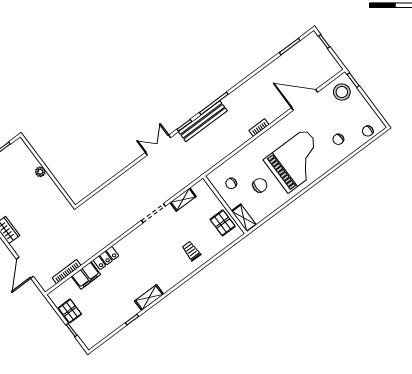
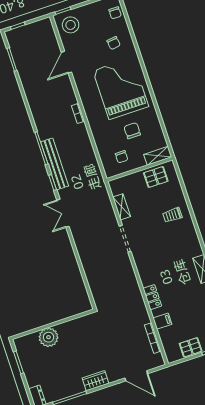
door: (305, 100) -> (66, 62), width x0.73
plant: (40, 172) -> (49, 337), width x1.88, depth x1.88
filing cabinet: (86, 275) -> (162, 321), width x0.50

